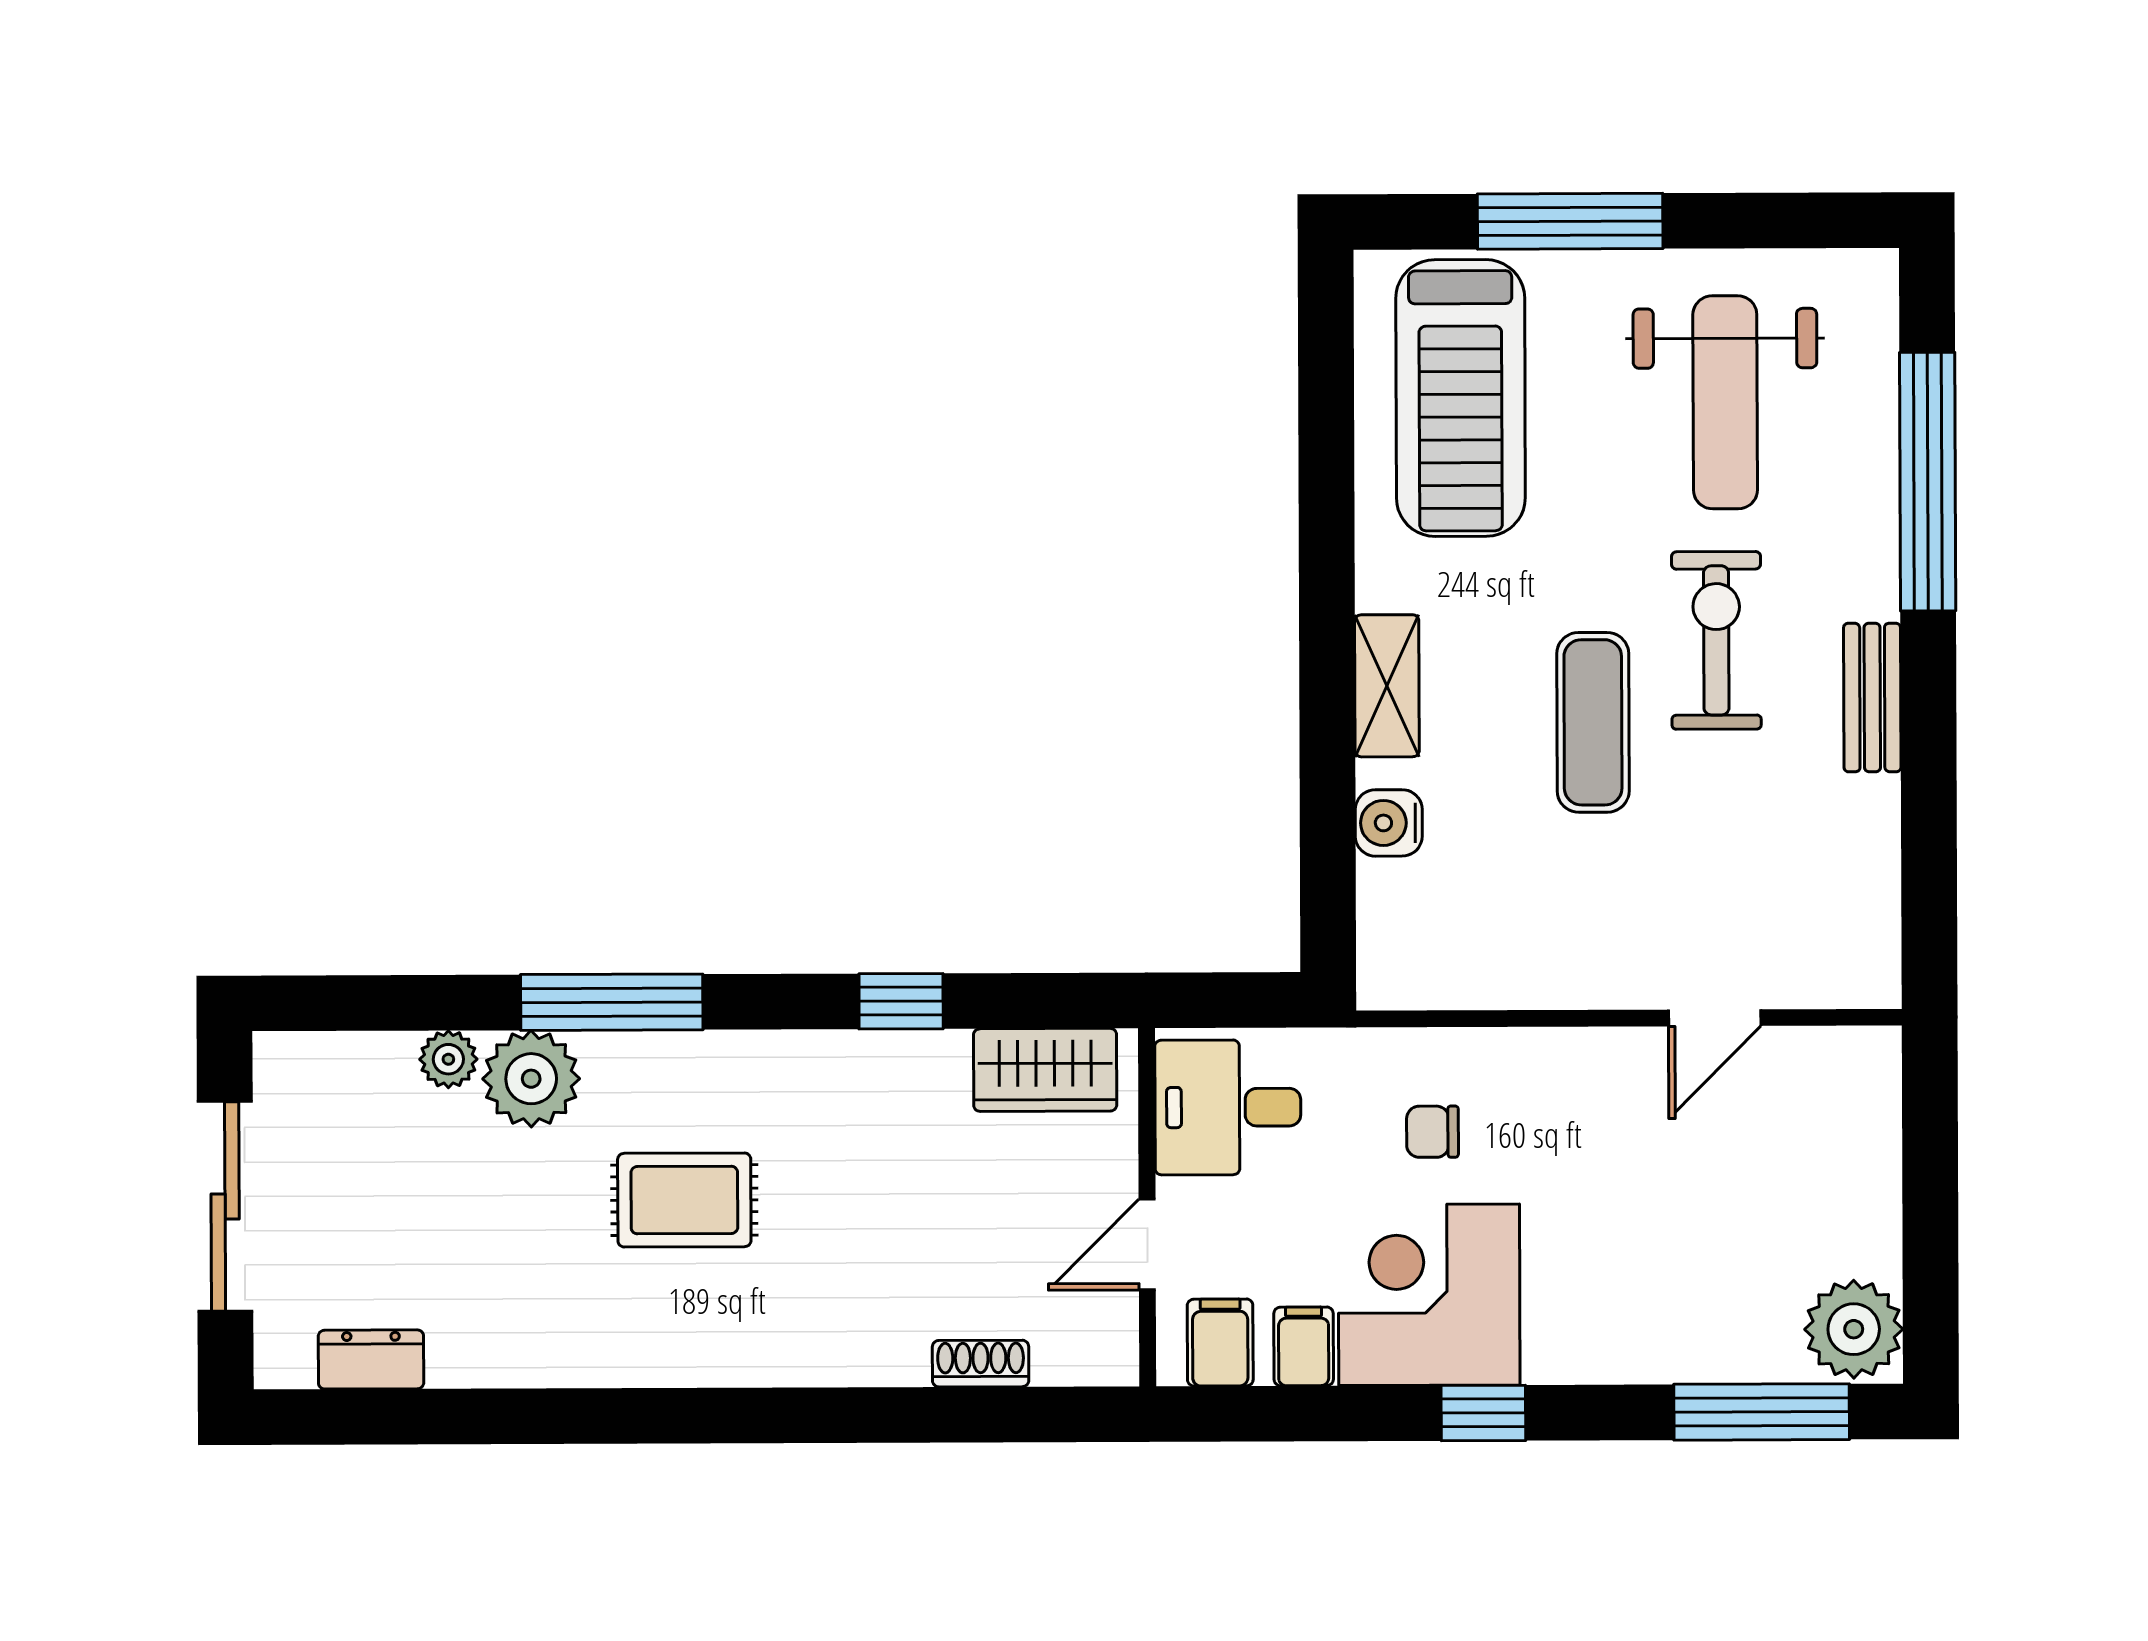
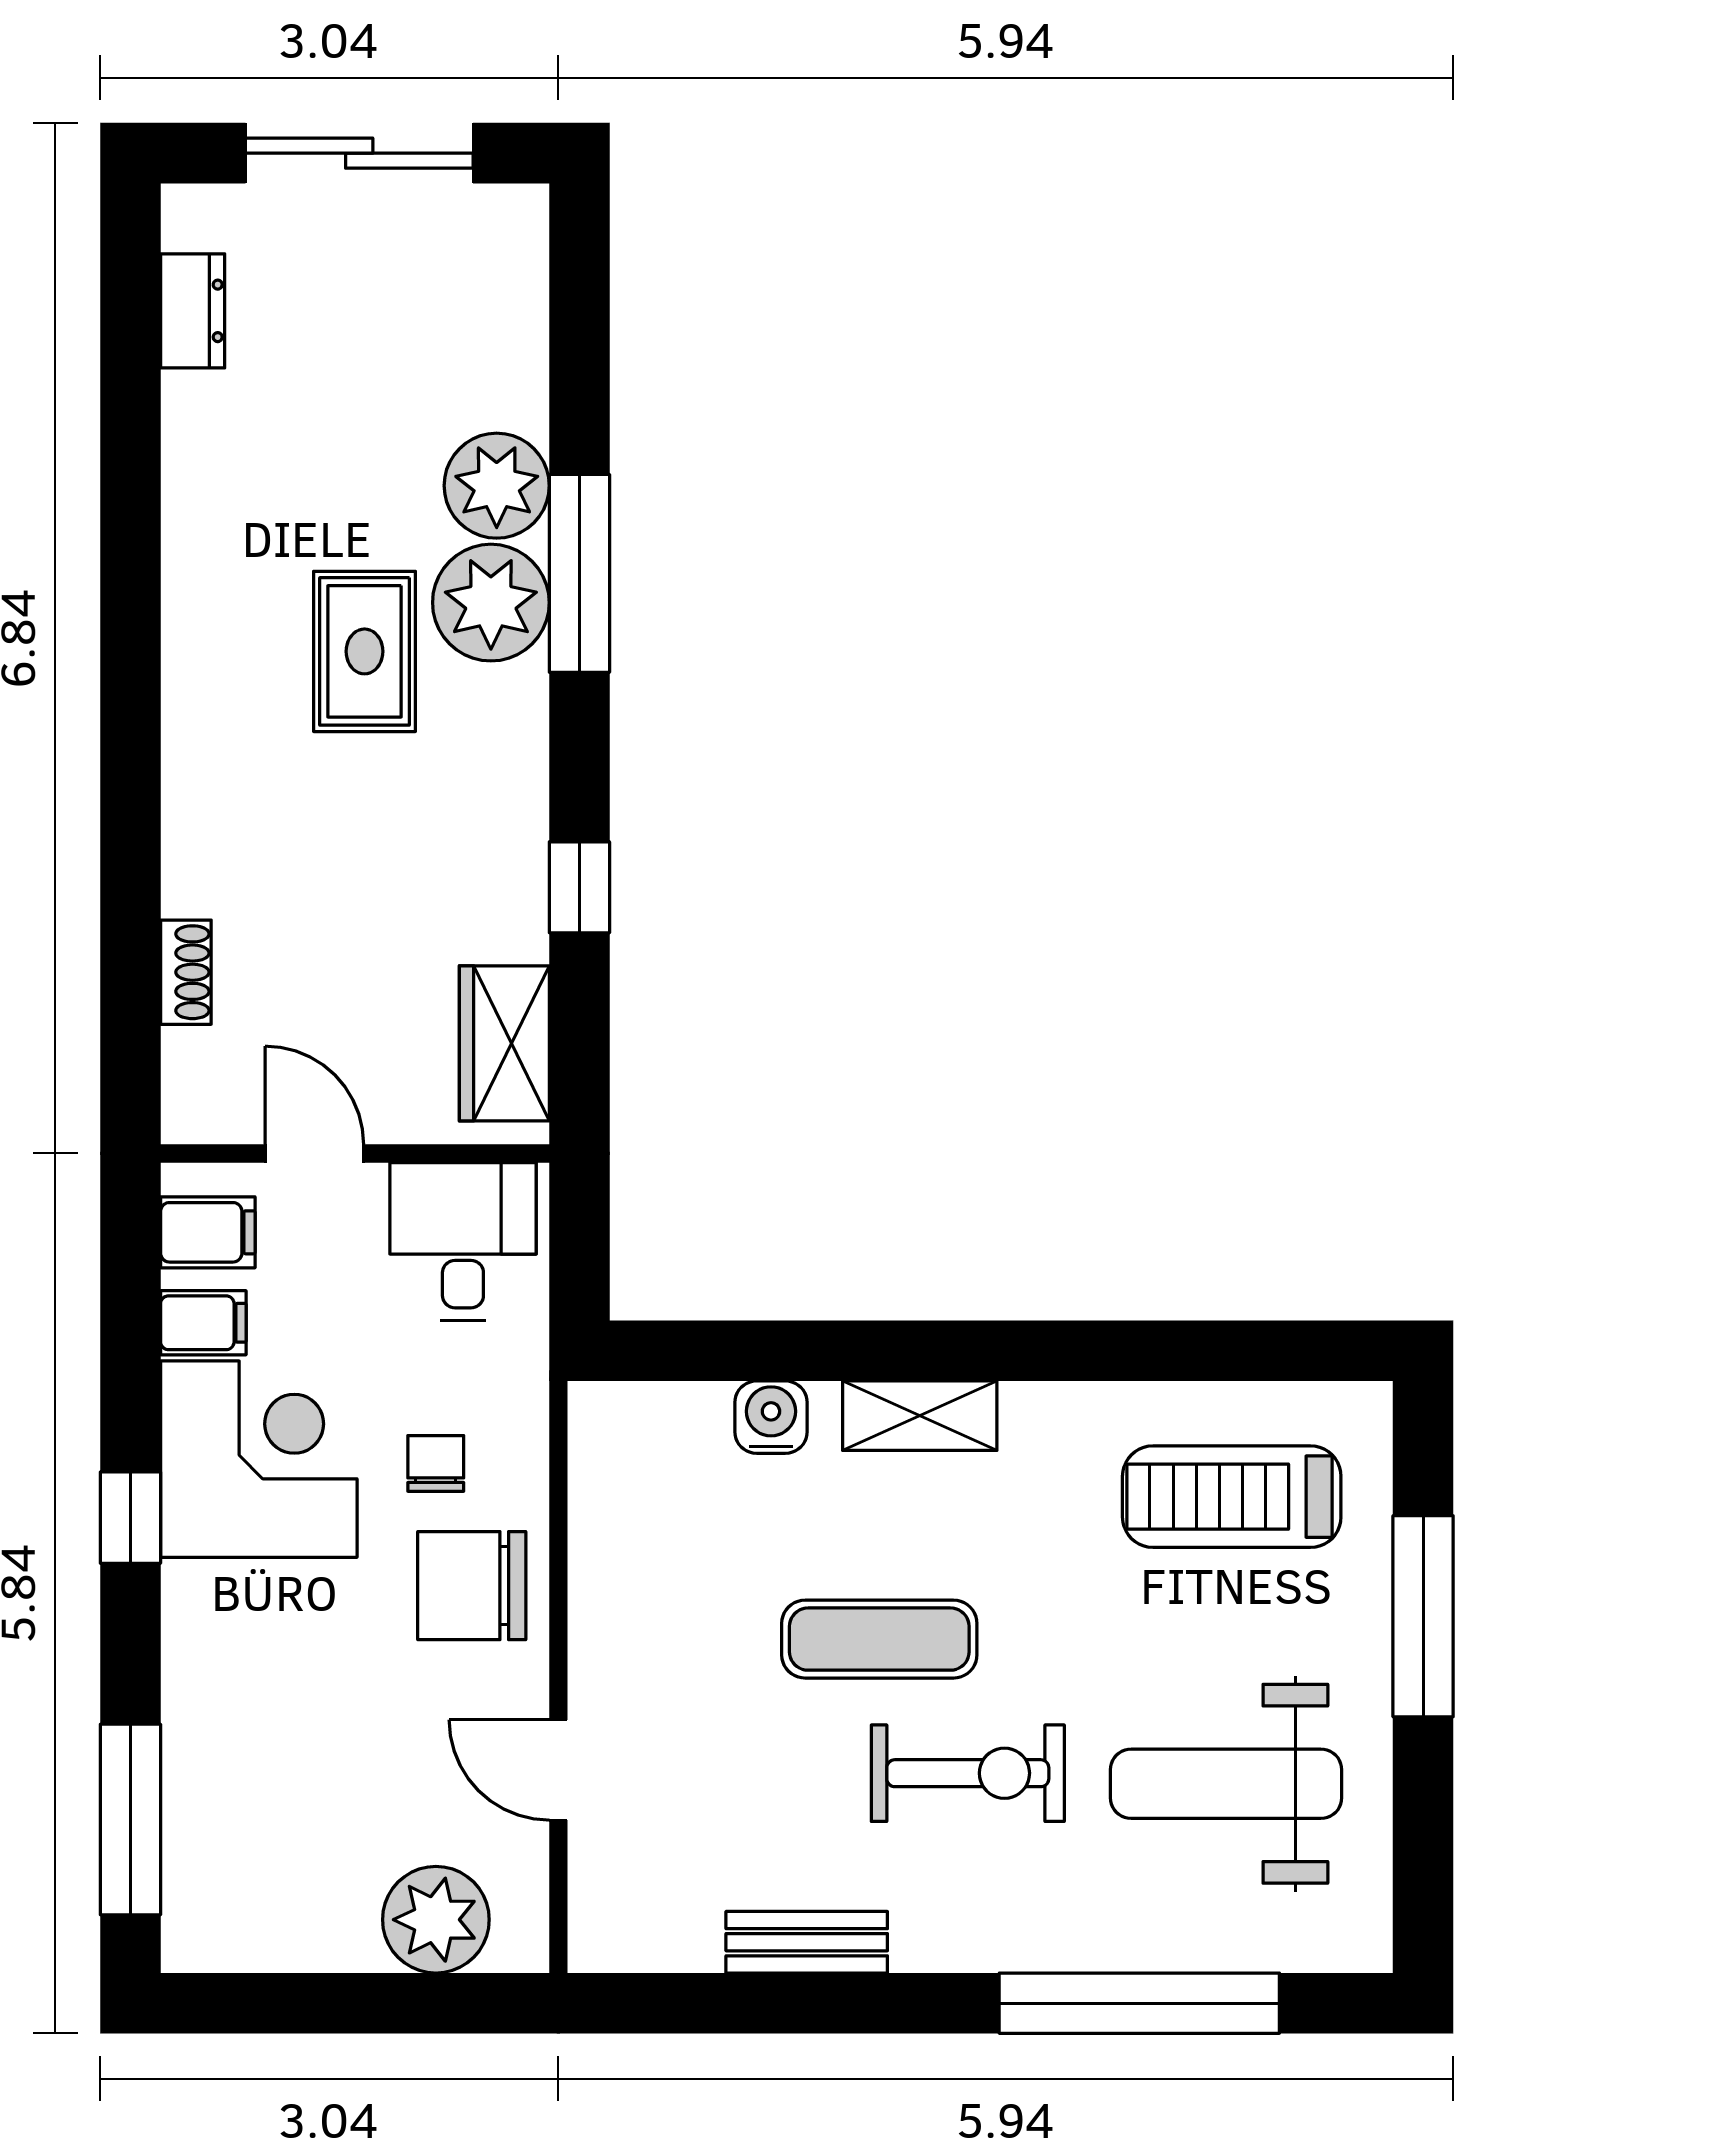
treadmill: (1461, 398) -> (1232, 1497), width x0.73, depth x0.73
bench: (1872, 698) -> (807, 1942), moved
plant: (448, 1059) -> (491, 603), moved, width x1.88, depth x1.88
chair: (1545, 1098) -> (472, 1586), added
plant: (1854, 1329) -> (436, 1920), moved

